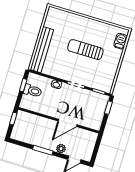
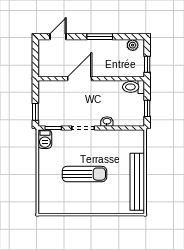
barbecue: (120, 41) -> (45, 139), moved
bench: (42, 50) -> (137, 182), moved
toilet: (33, 91) -> (133, 87), moved
plant: (61, 149) -> (133, 45), moved

